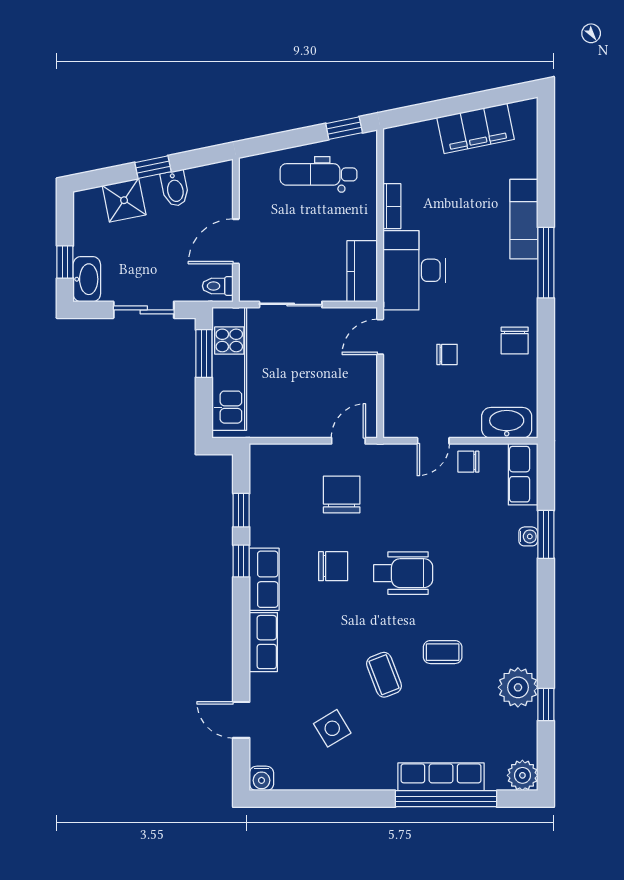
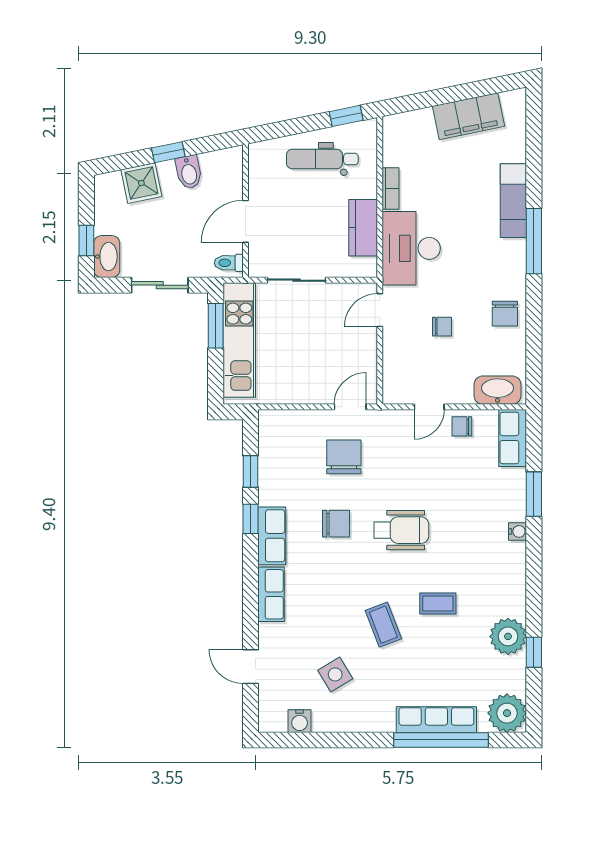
kitchen counter: (362, 271) -> (363, 228), moved
water cooler: (528, 536) -> (518, 531), moved
plant: (522, 775) -> (507, 713), width x1.36, depth x1.36
water cooler: (261, 778) -> (300, 721), moved

